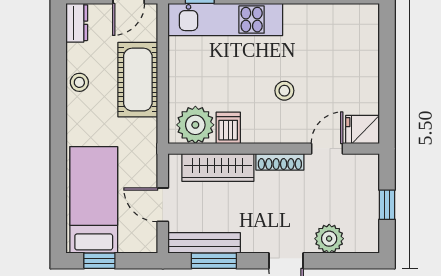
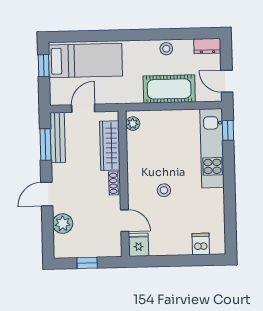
plant: (195, 125) -> (133, 124), width x0.53, depth x0.53
dishwasher: (228, 128) -> (201, 244), moved, turned -90
shoe rack: (280, 162) -> (115, 183), width x0.70

